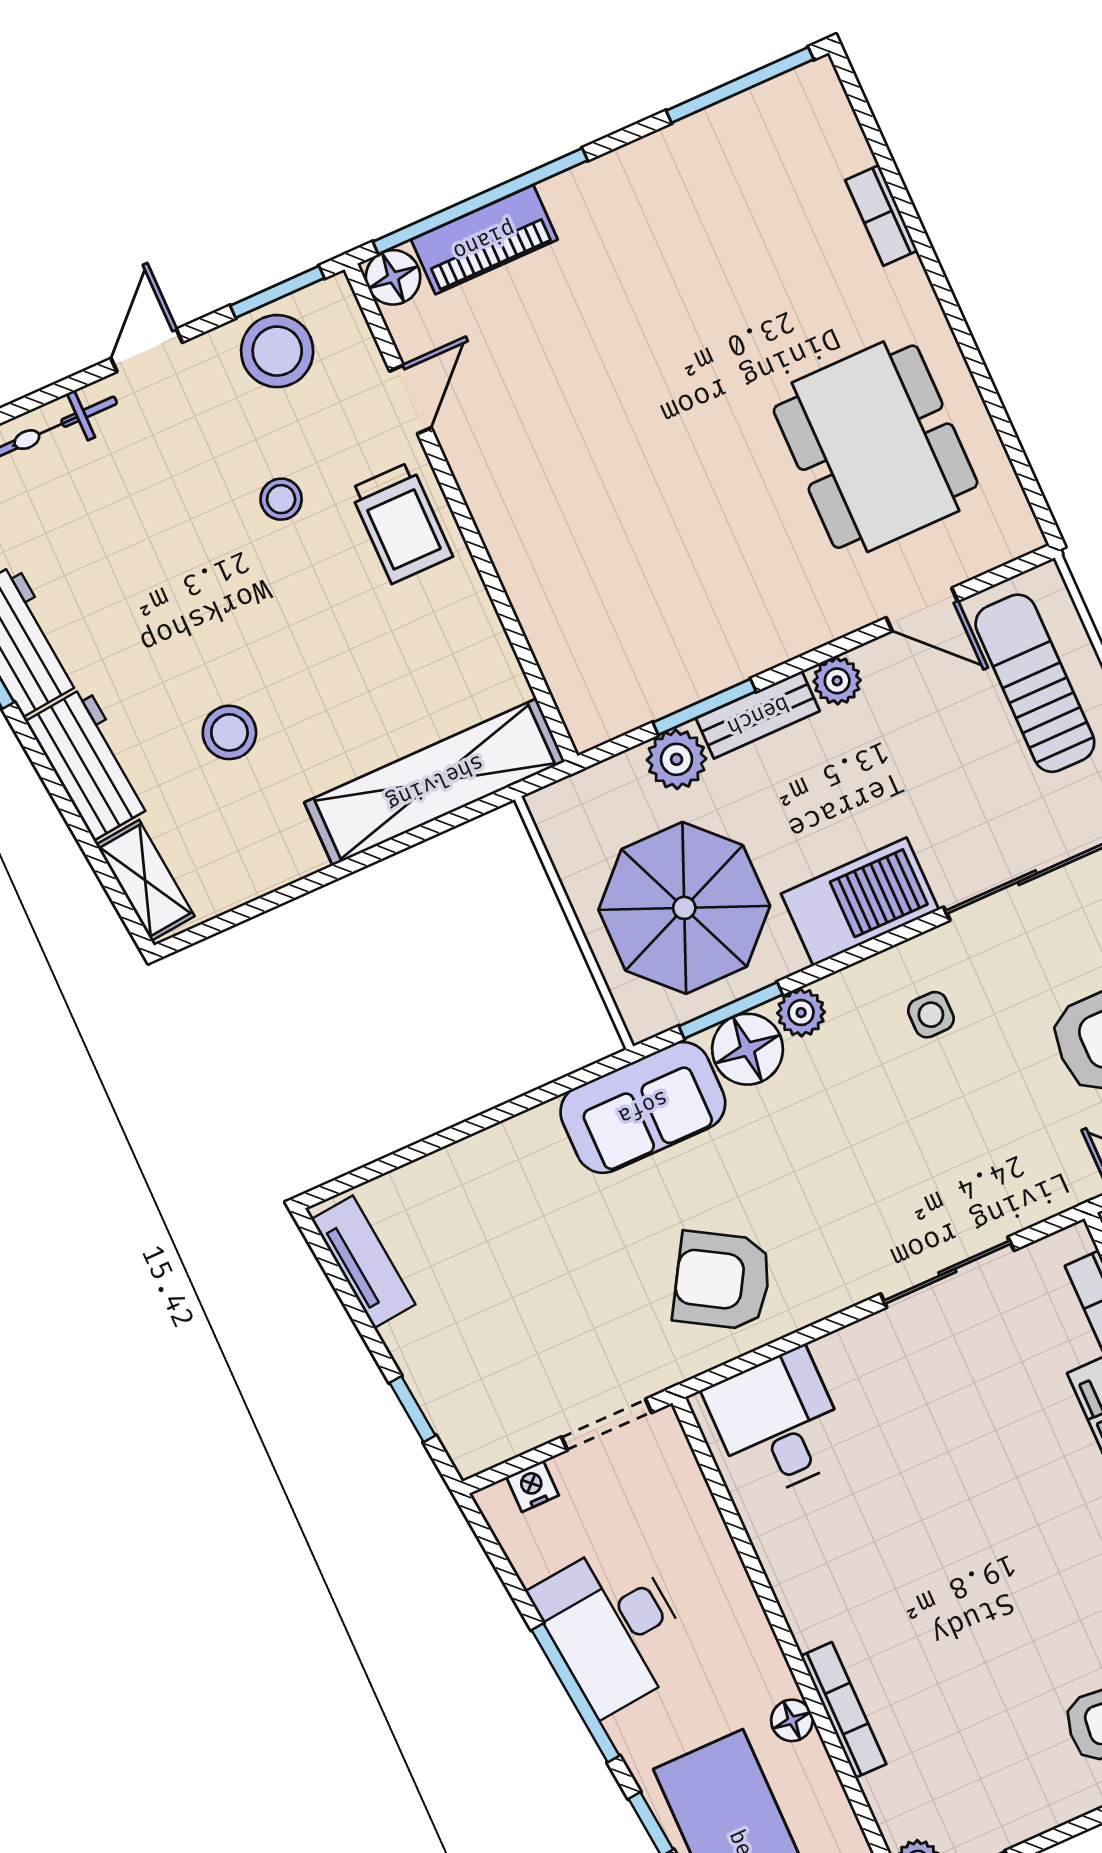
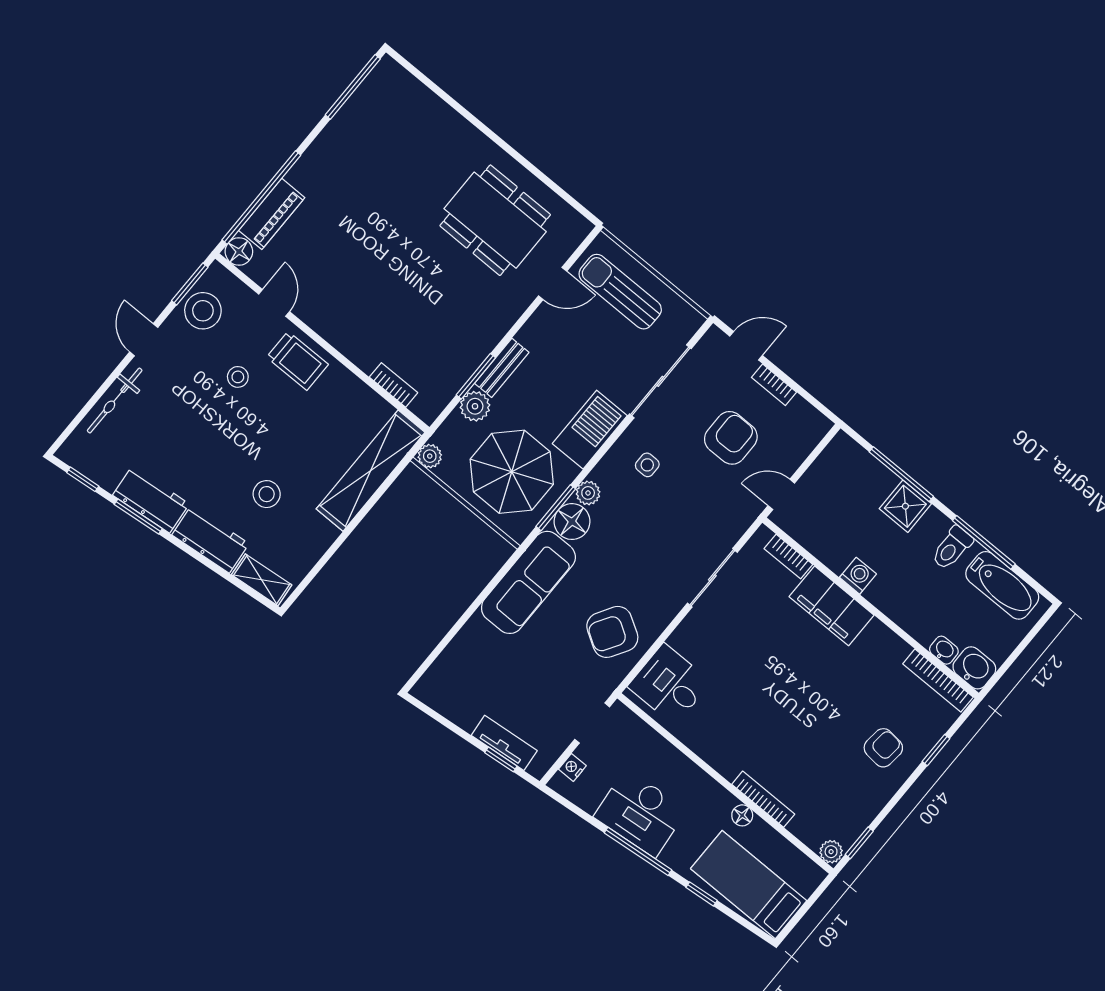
bookcase: (881, 215) -> (394, 385), moved, turned 180
plant: (837, 681) -> (430, 456), moved
sofa: (643, 1107) -> (528, 582), width x1.36
tv unit: (363, 1262) -> (504, 743), moved

